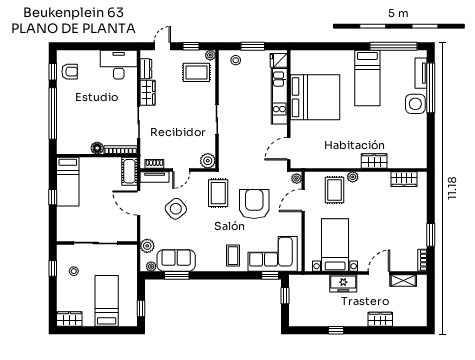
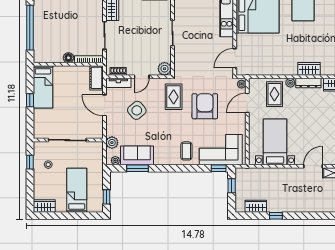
dresser: (374, 177) -> (308, 83), added
freezer: (343, 283) -> (282, 175), removed
wardrobe: (380, 319) -> (256, 206), moved

